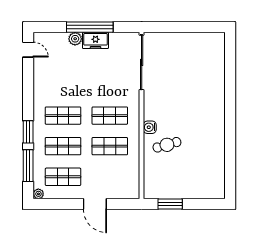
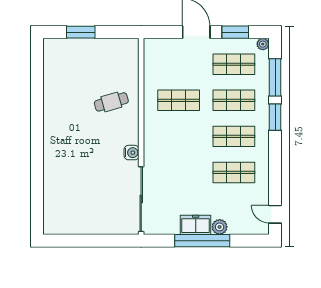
shop shelf: (110, 116) -> (234, 172), moved
water cooler: (150, 127) -> (132, 153), moved
window: (62, 204) -> (235, 32), added
window: (170, 204) -> (81, 32), moved

